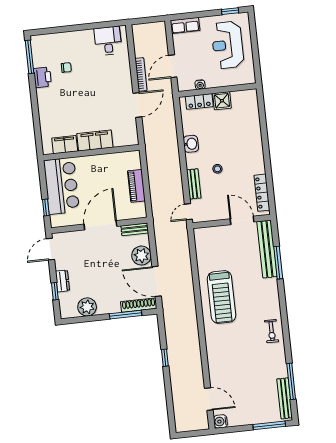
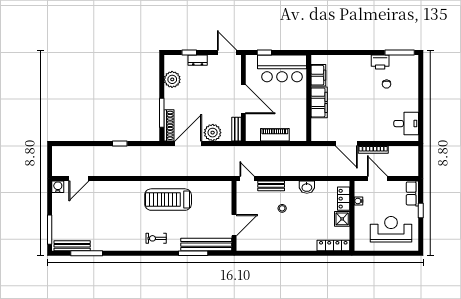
window: (230, 11) -> (421, 211), moved
locker: (262, 193) -> (333, 245), moved
exercise bike: (272, 331) -> (156, 238), moved

